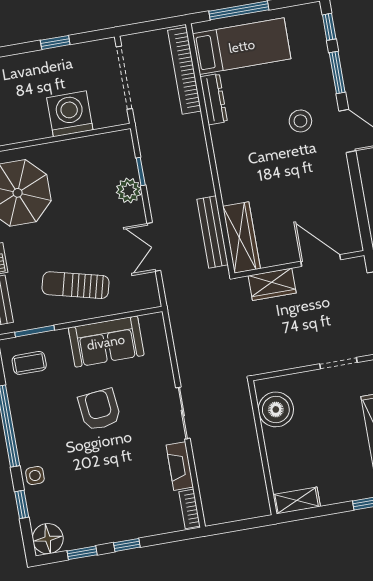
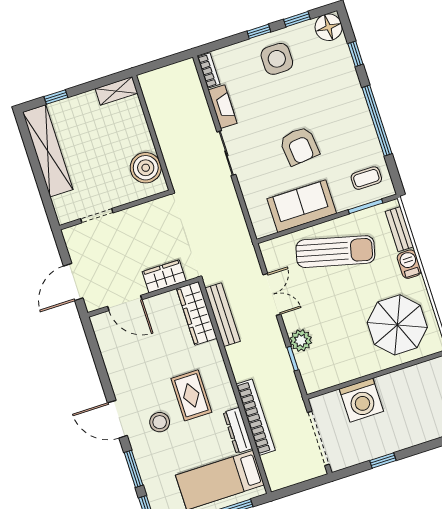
bookcase: (184, 71) -> (256, 417), moved
rug: (260, 146) -> (191, 395), added
sun lounger: (76, 285) -> (335, 252), width x1.36, depth x1.34
side table: (35, 475) -> (277, 59), moved, width x1.87, depth x1.87

